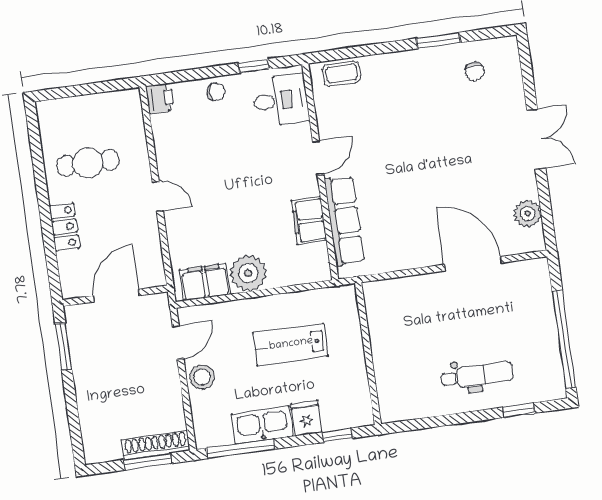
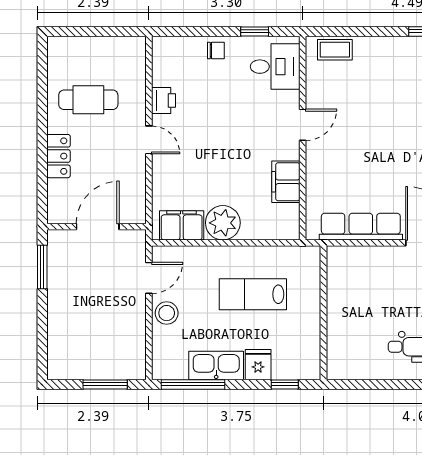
printer: (160, 98) -> (164, 100), moved
row of seats: (344, 221) -> (361, 227), moved, turned -90
shoe rack: (156, 445) -> (115, 370), removed

